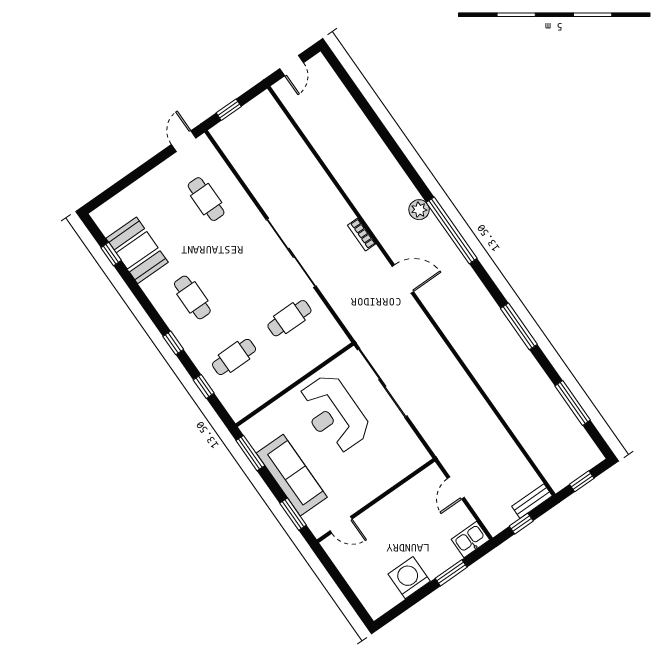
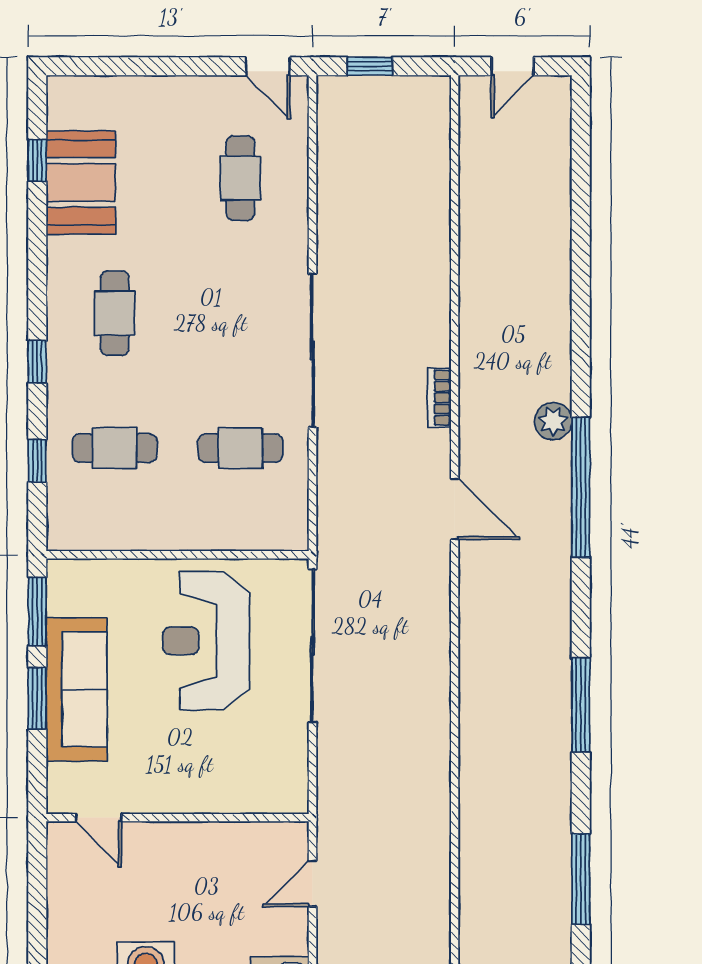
door: (184, 141) -> (268, 66), swing flipped
window: (293, 514) -> (37, 698), moved

